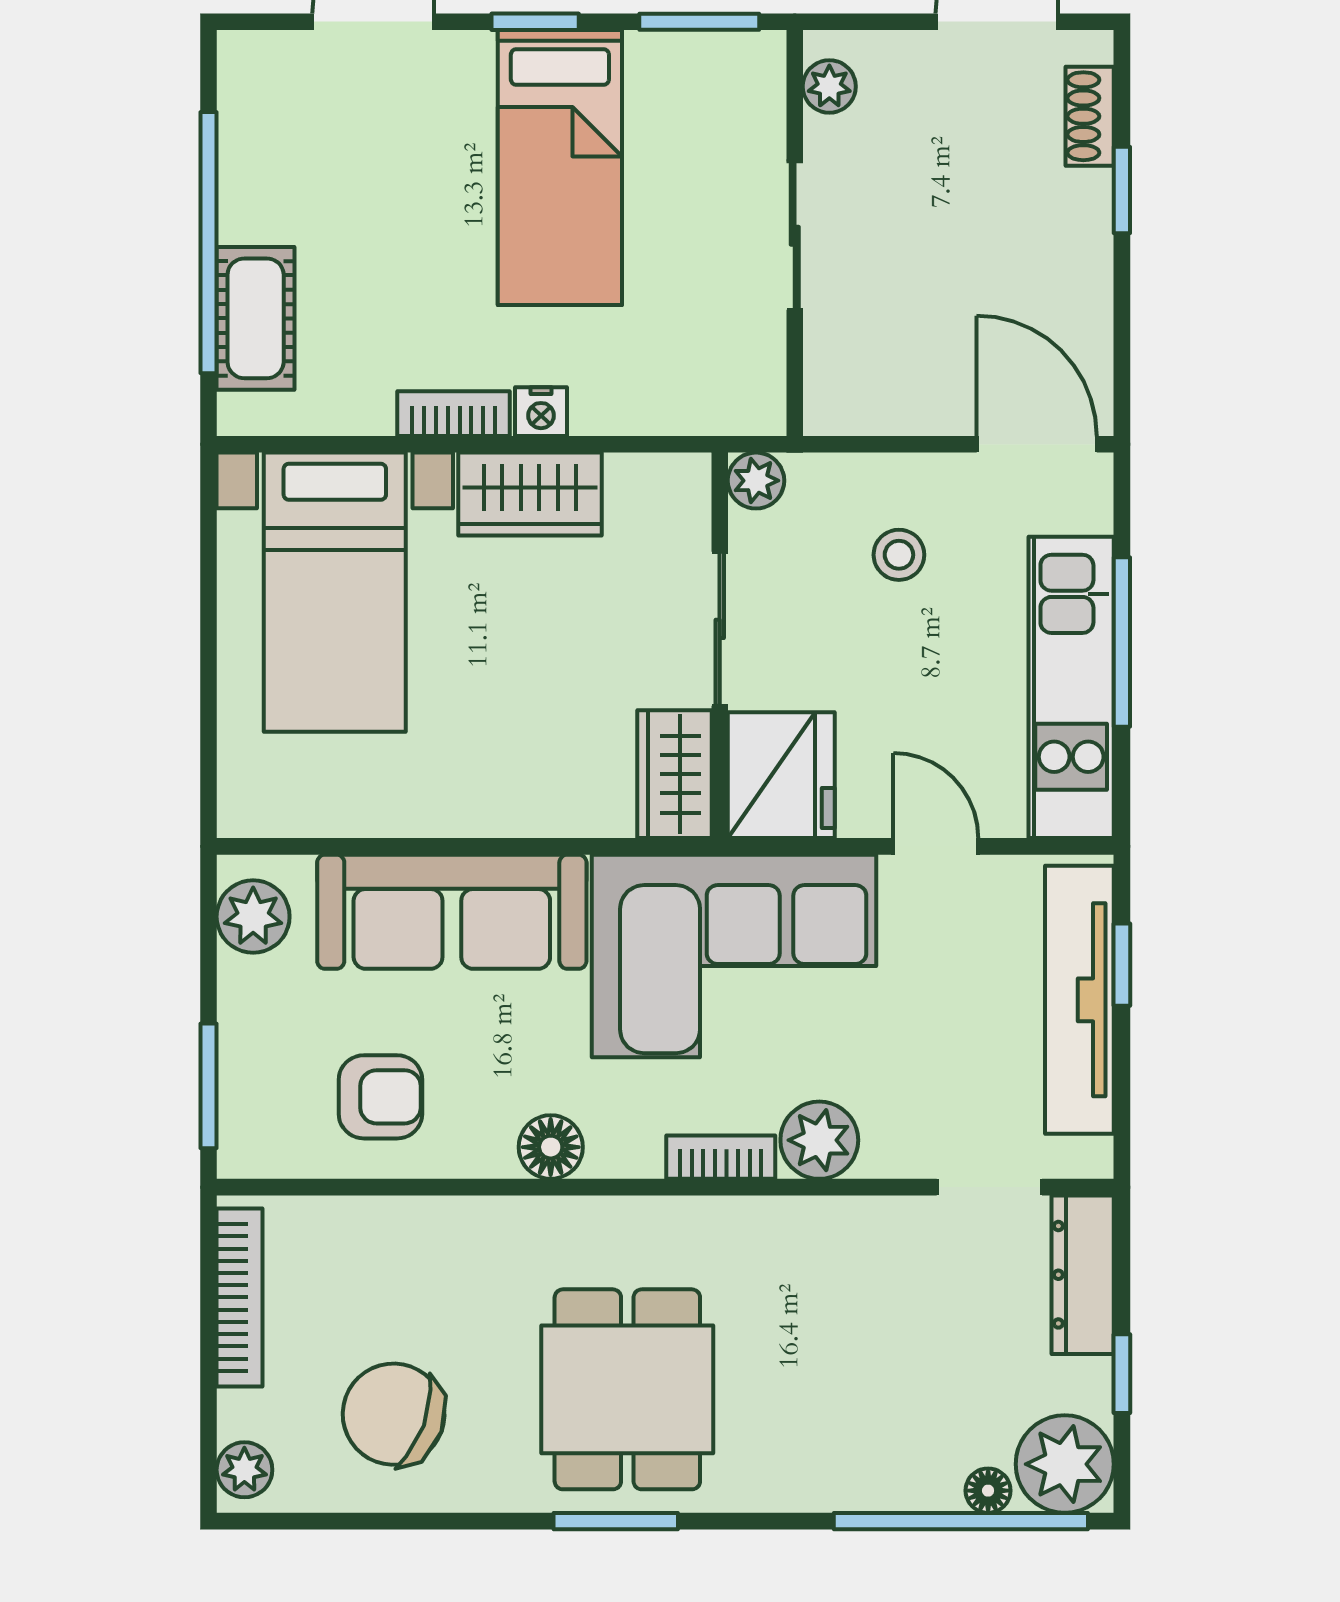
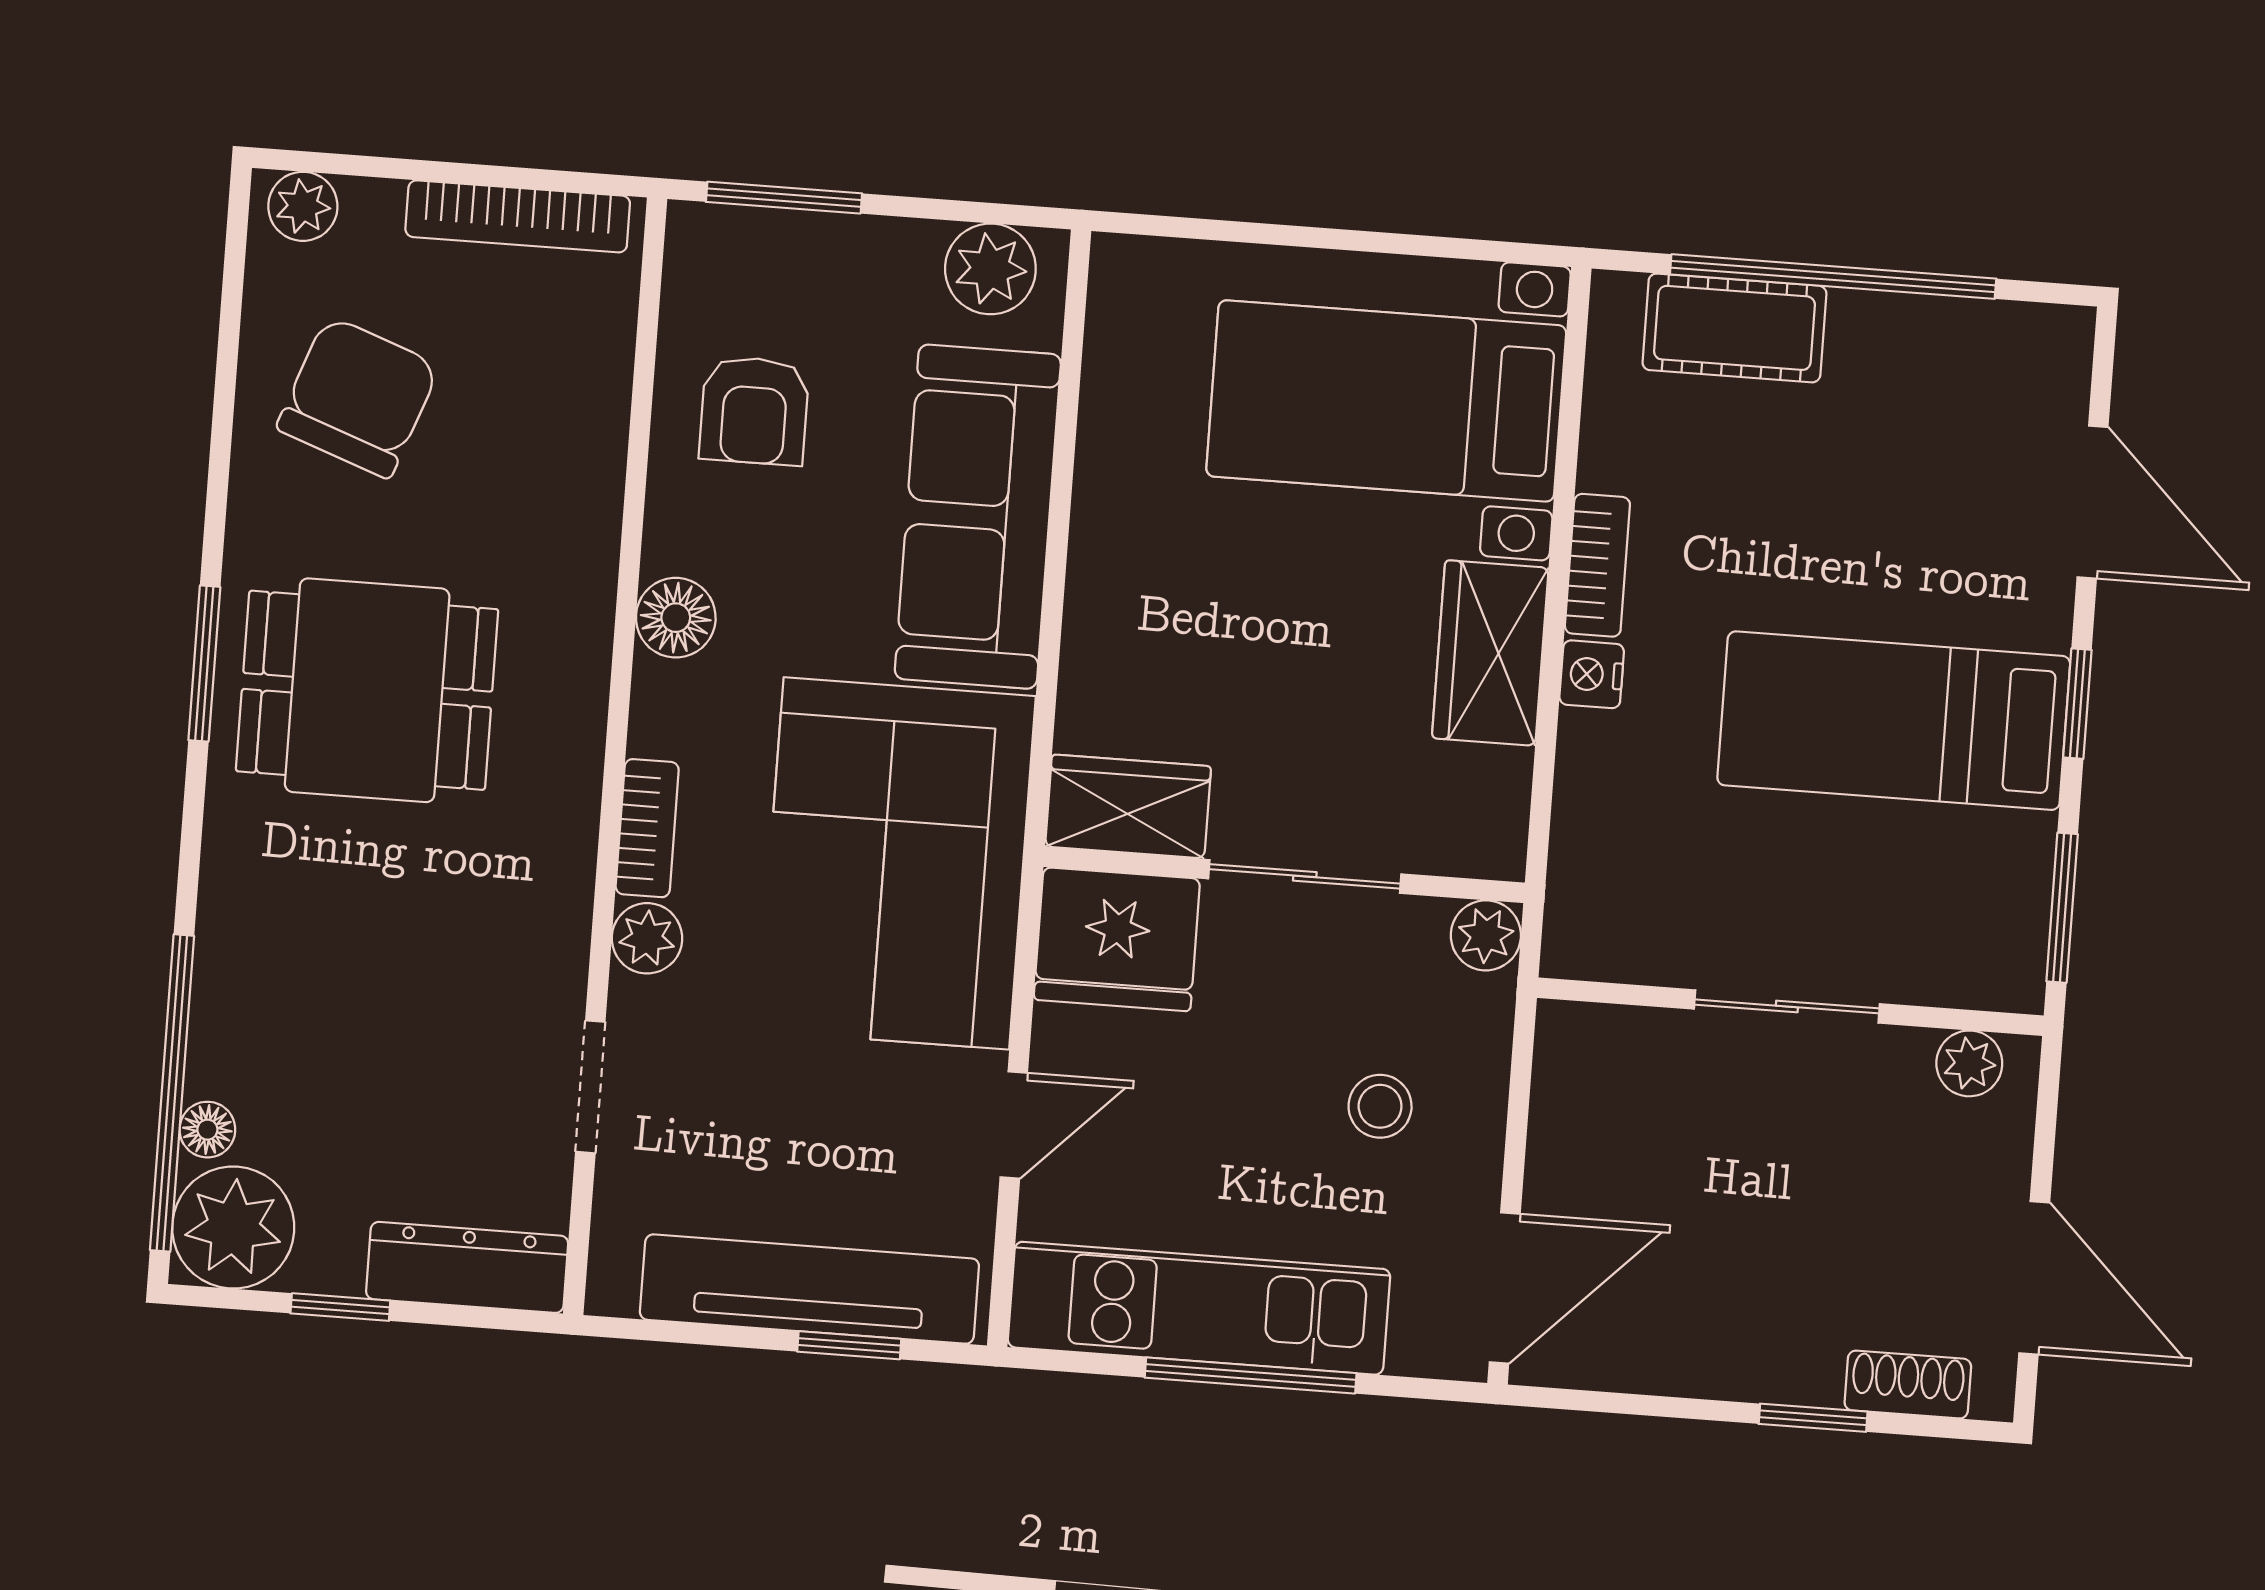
plant: (819, 1140) -> (647, 938), width x0.73, depth x0.73
doorway: (989, 1187) -> (590, 1087), moved

